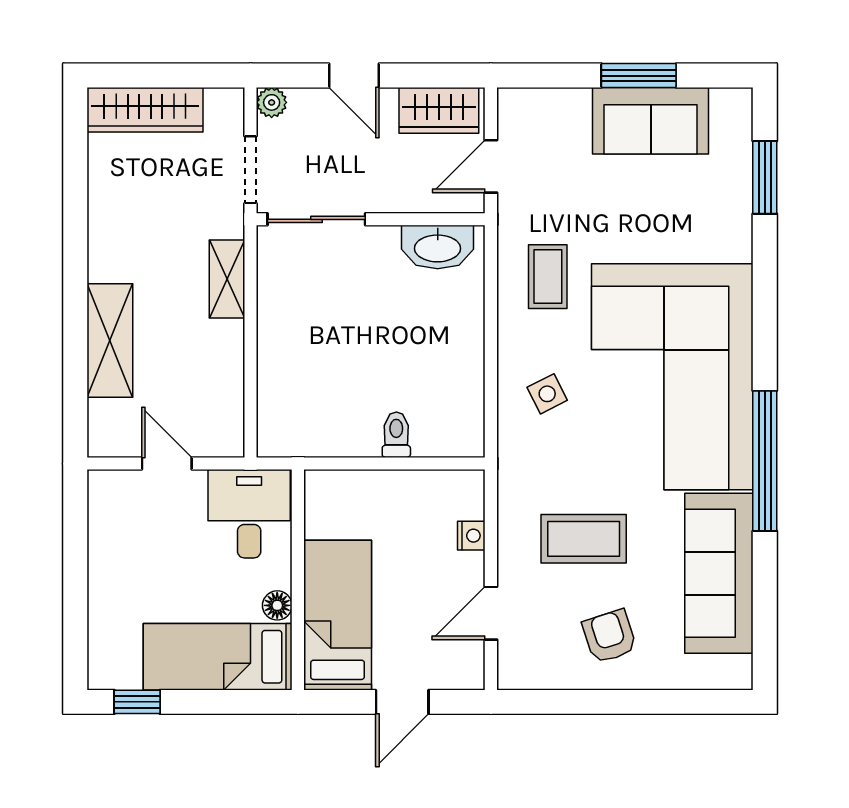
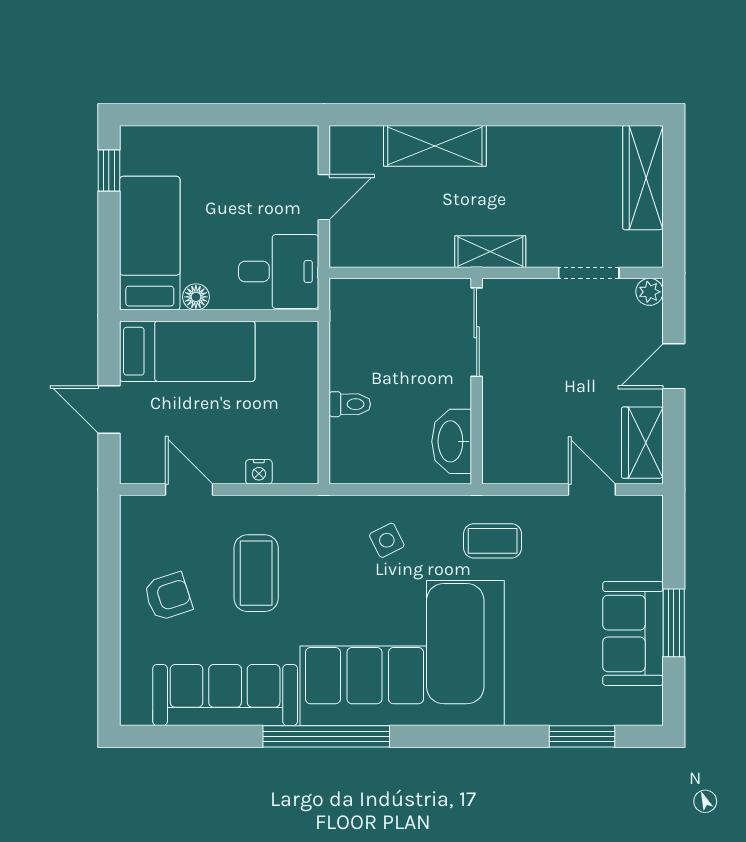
sliding door: (316, 219) -> (477, 332), moved
wall: (371, 219) -> (477, 381), moved
washbasin: (438, 247) -> (452, 441), moved

